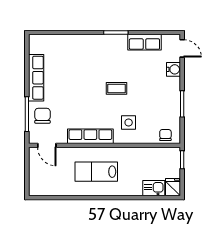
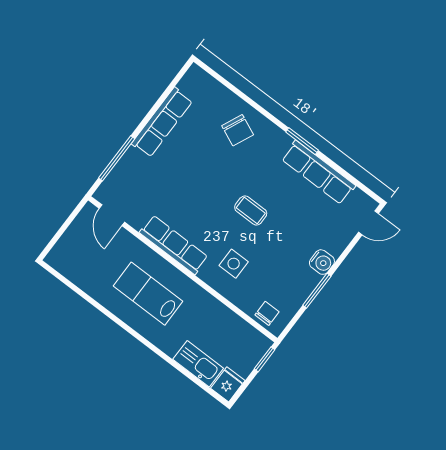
row of seats: (144, 42) -> (318, 172), width x1.48
door: (182, 48) -> (369, 223), hinge flipped
water cooler: (174, 69) -> (322, 262), moved
chair: (42, 116) -> (238, 130), moved, turned 114
kitchen sink: (154, 188) -> (198, 364), width x1.38

